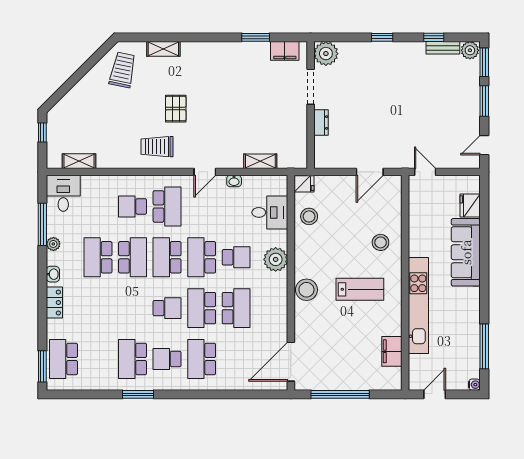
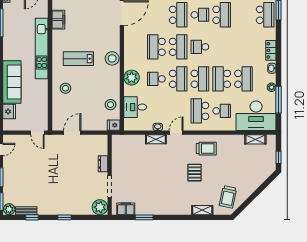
shelving: (260, 161) -> (156, 139), moved
desk: (63, 193) -> (256, 116), width x1.87, depth x1.30

